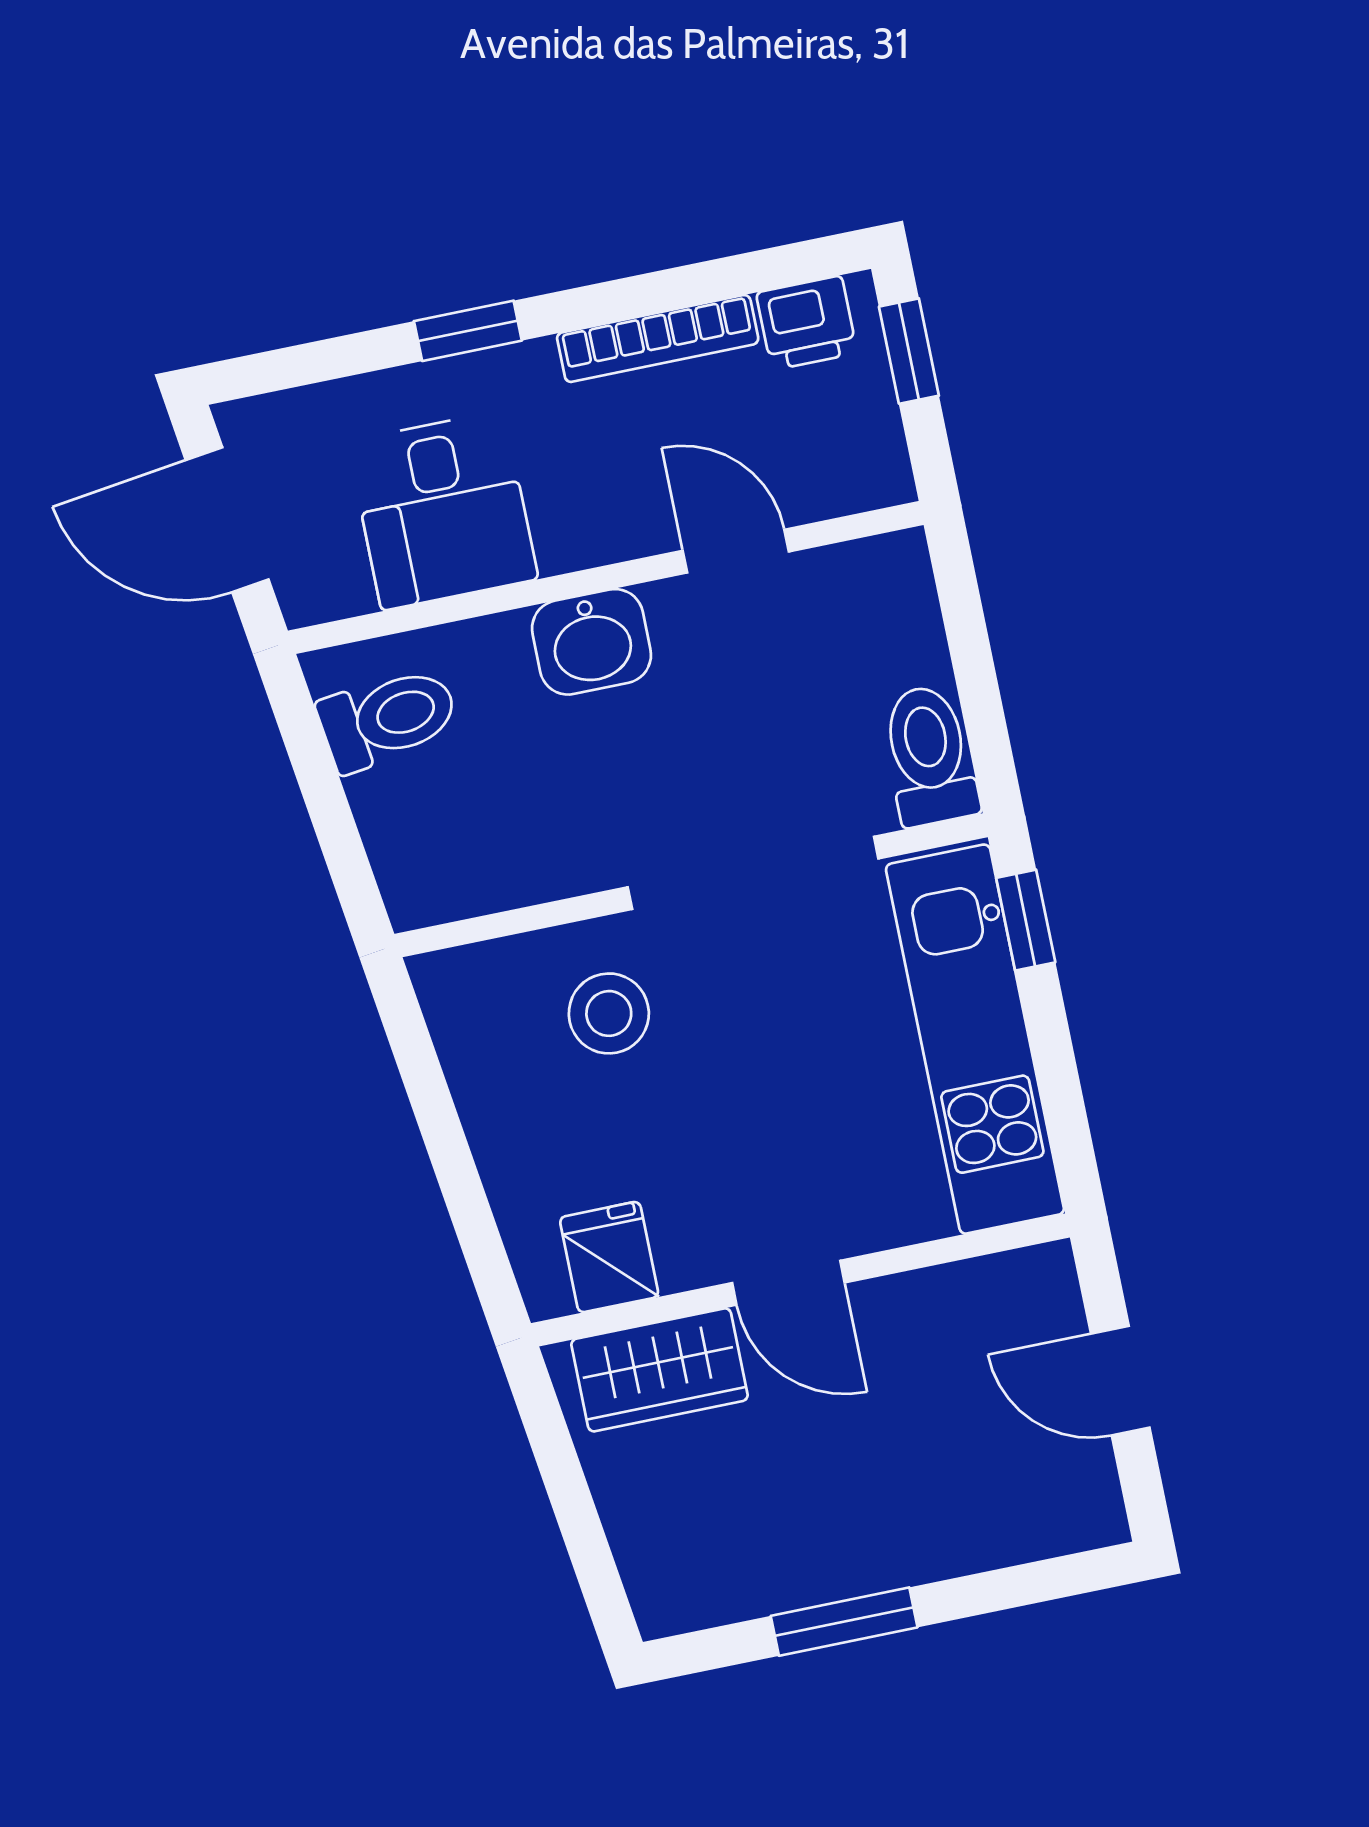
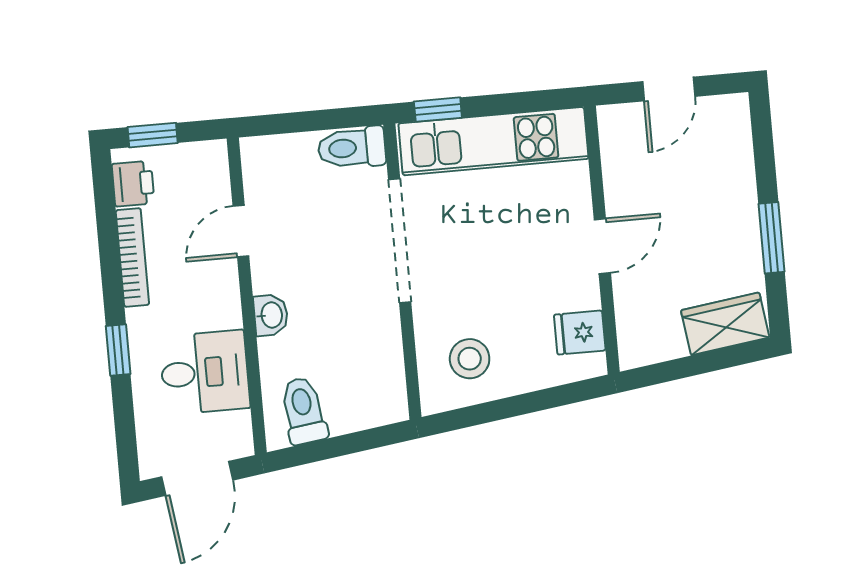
washbasin: (592, 642) -> (271, 315), width x0.72, depth x0.69
stool: (609, 1013) -> (470, 359), moved
wardrobe: (659, 1370) -> (725, 324), moved, turned -98

